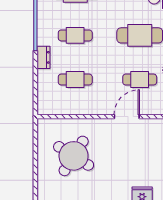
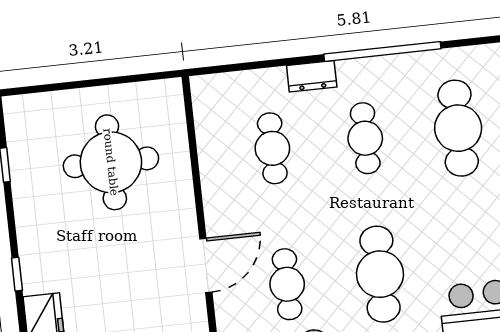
door: (127, 117) -> (206, 265), hinge flipped
round table: (74, 156) -> (111, 162), turned -32

